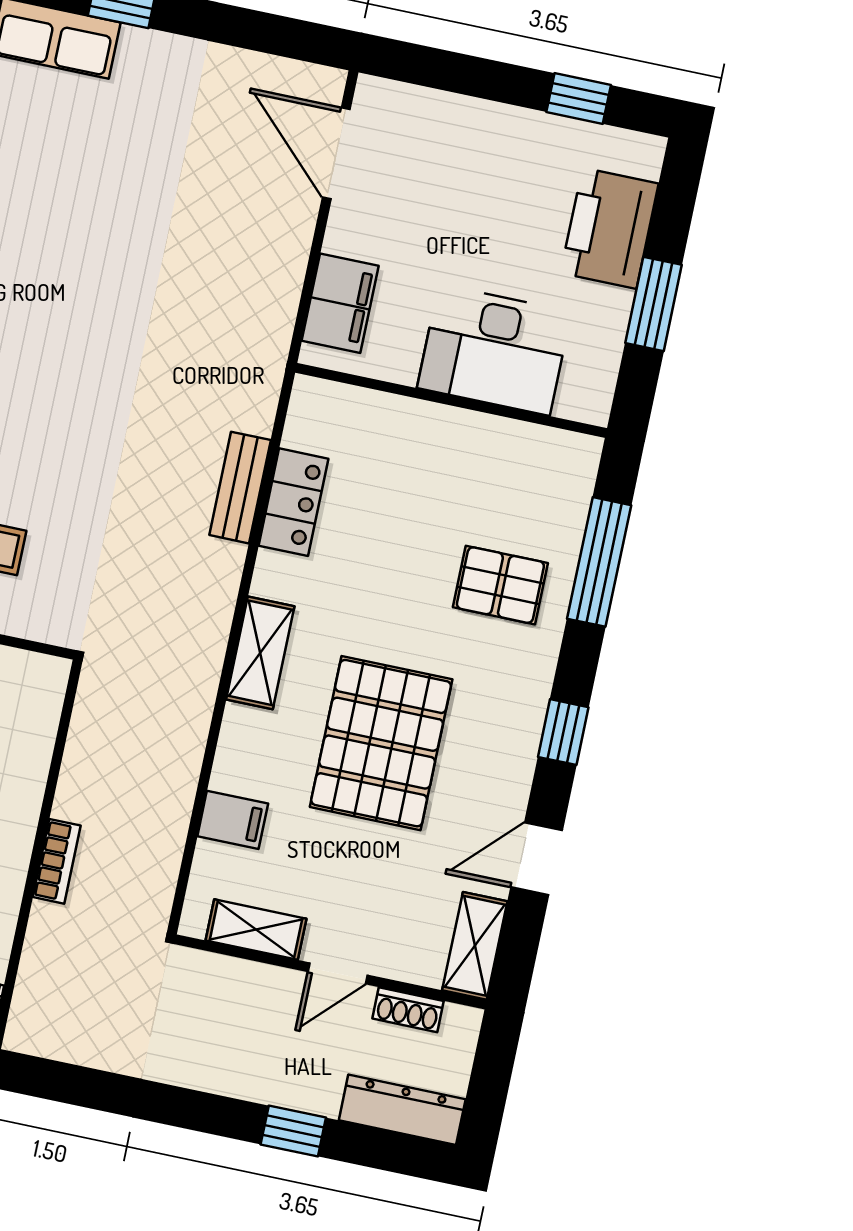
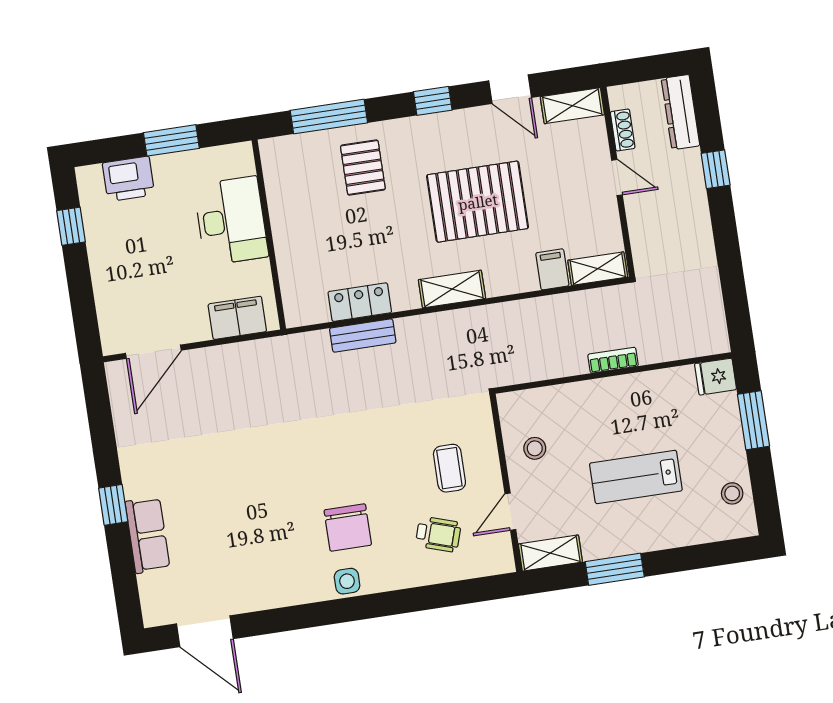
printer: (610, 228) -> (129, 179), width x0.73, depth x0.84
shelving: (256, 930) -> (598, 269), moved, turned 90

